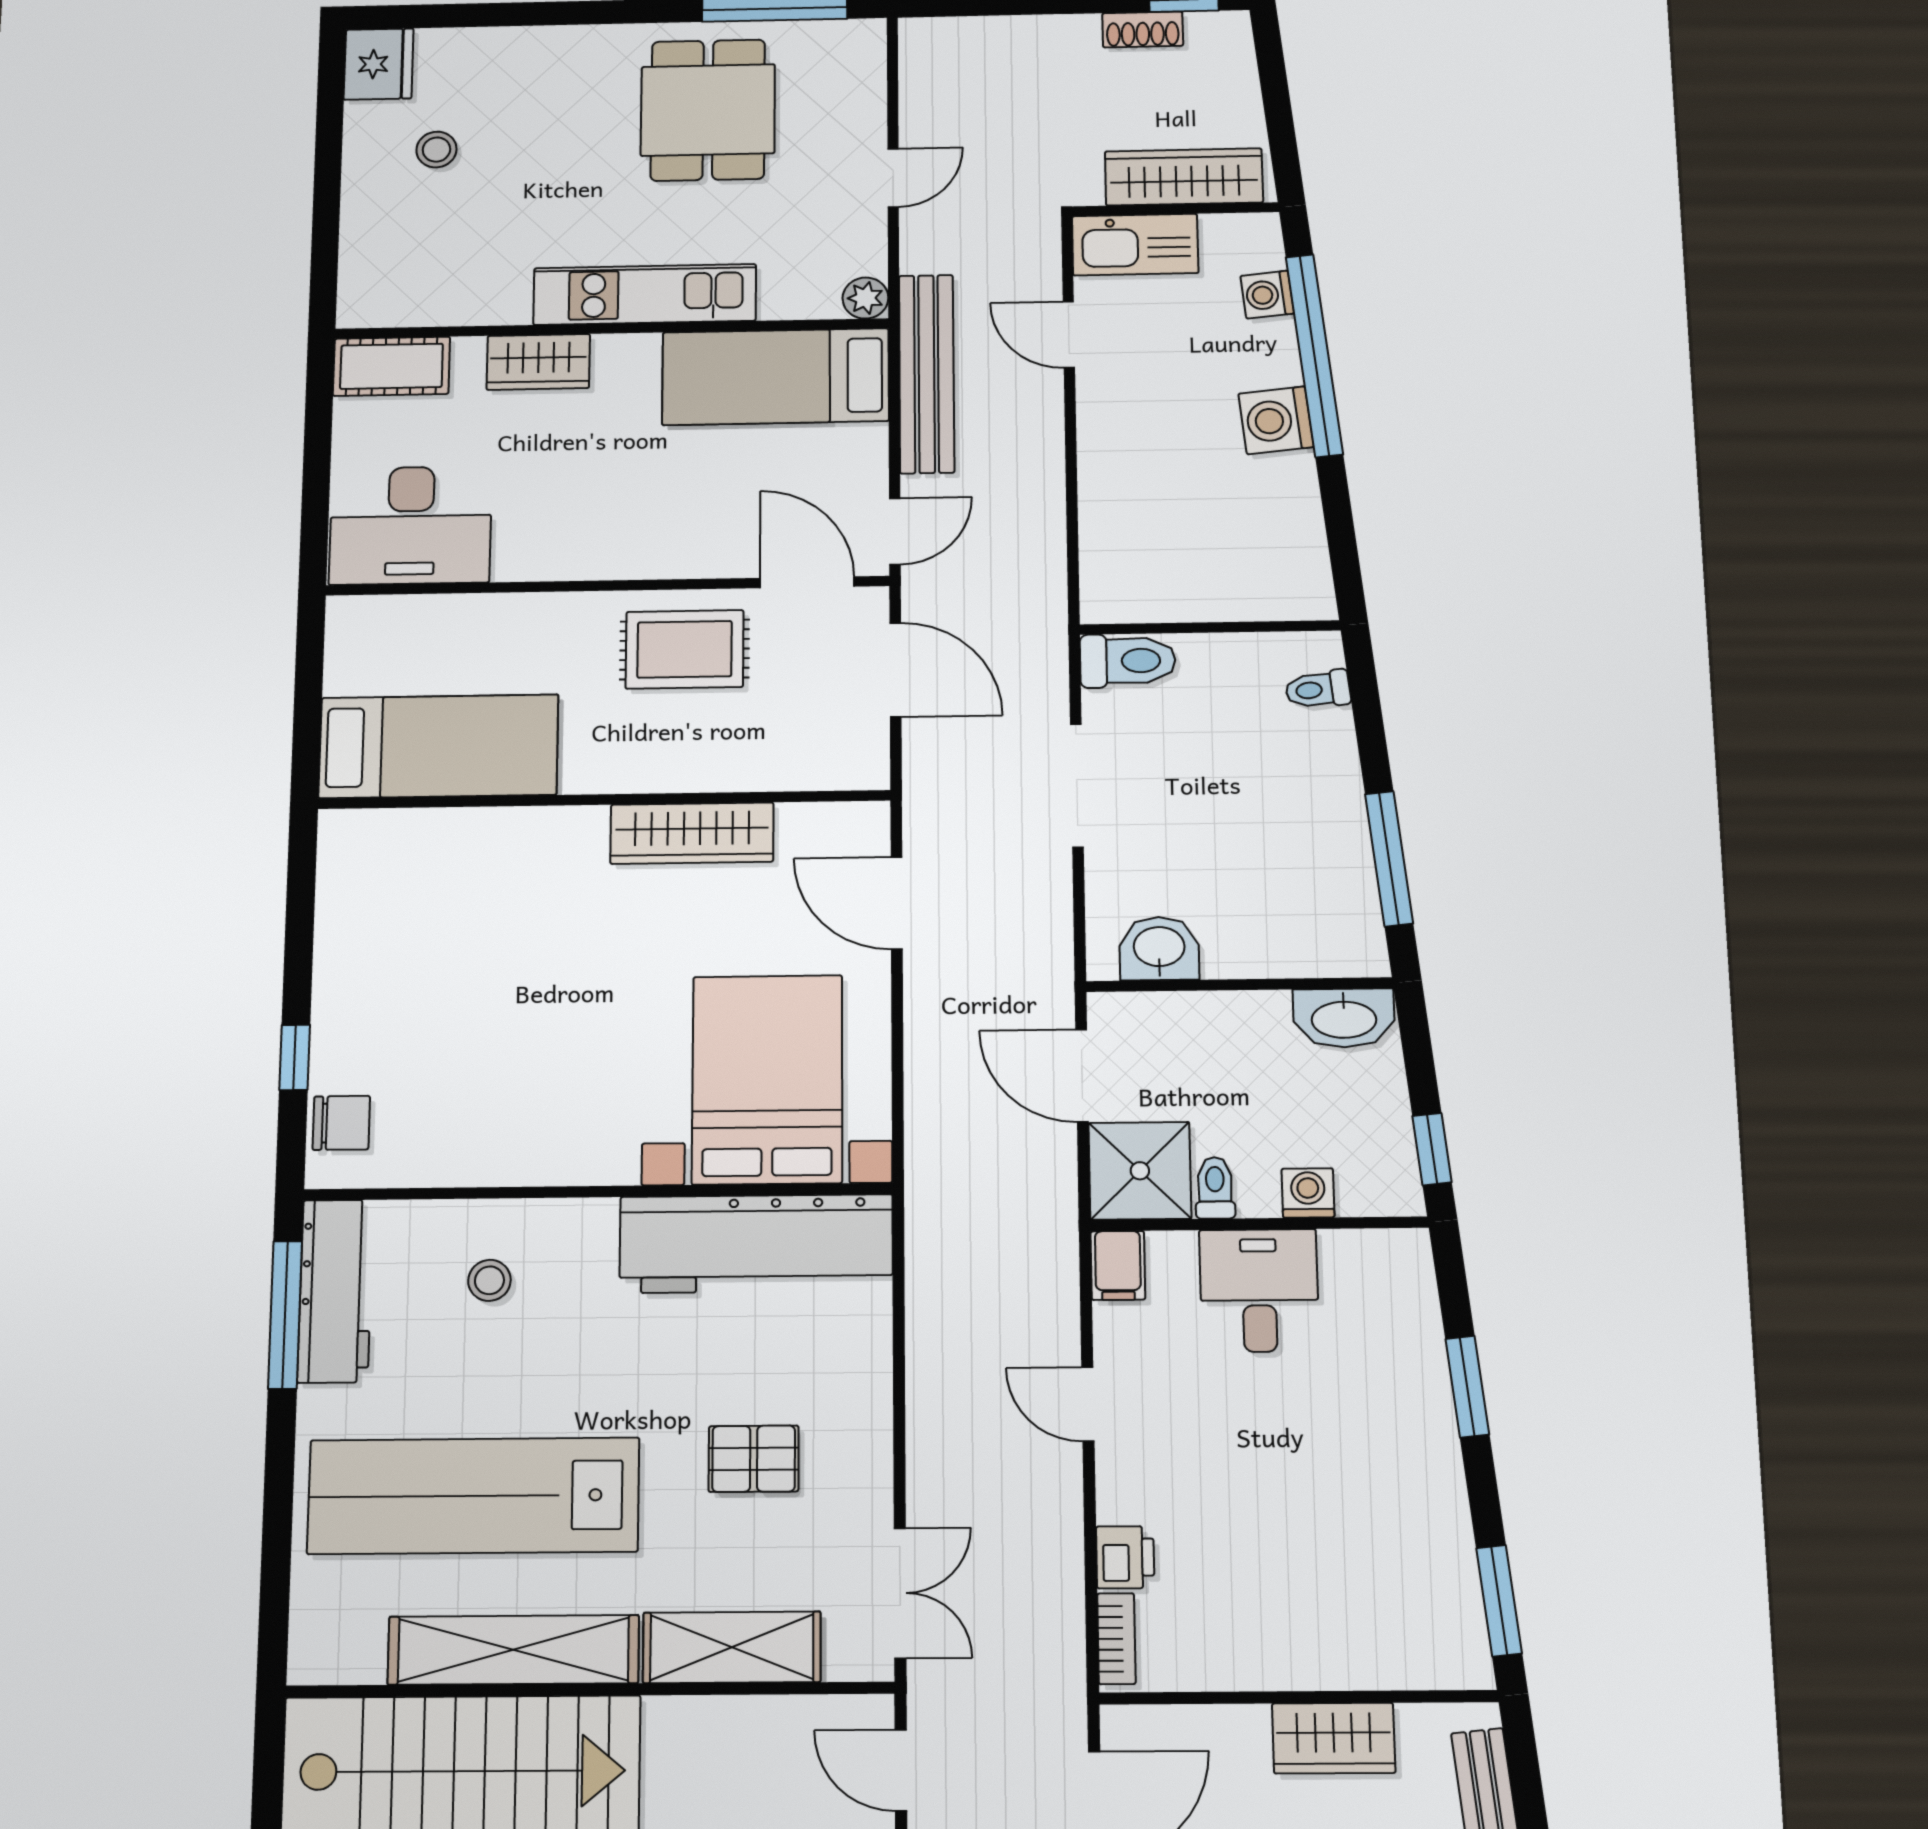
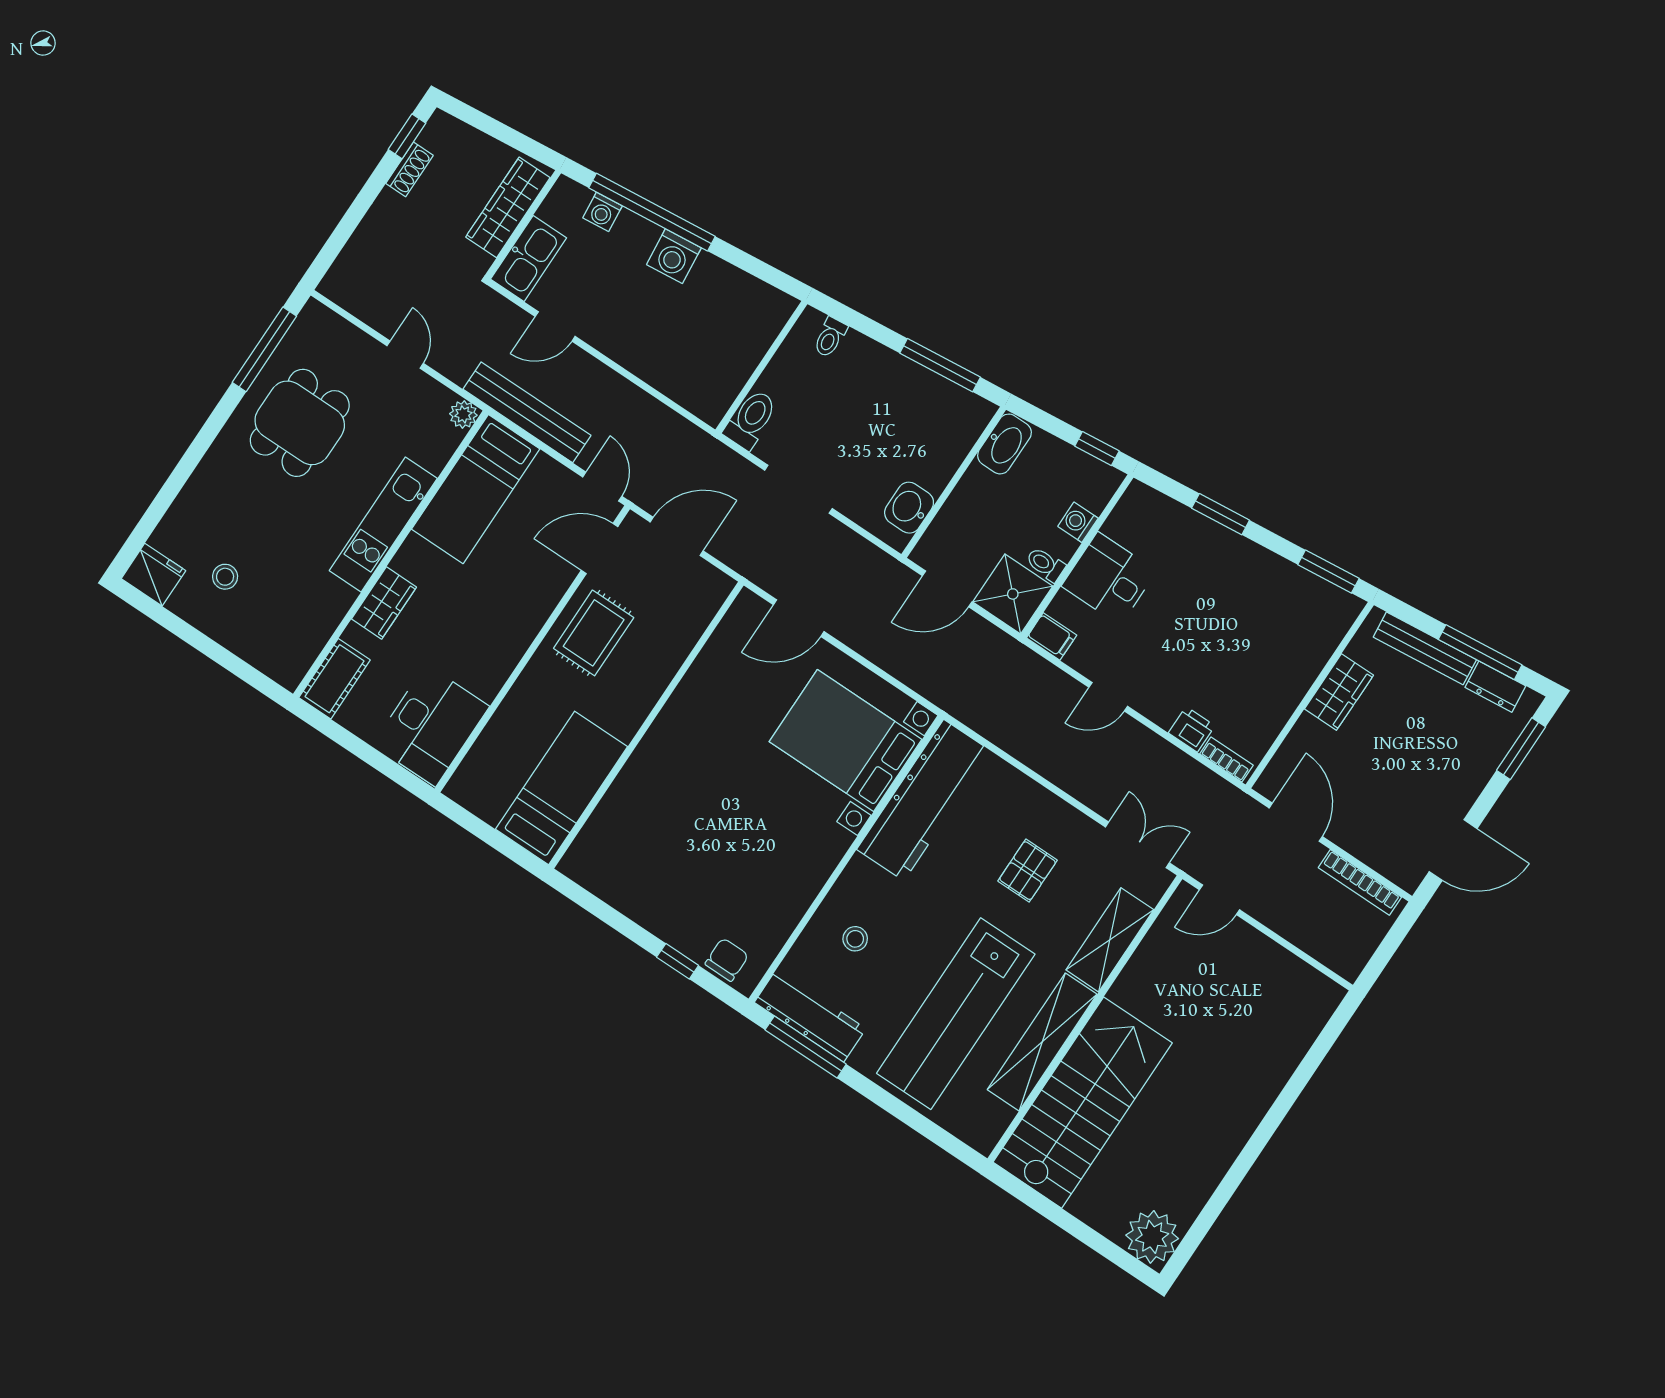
dining table: (708, 110) -> (300, 423), turned 90
wardrobe: (692, 833) -> (694, 693), removed

